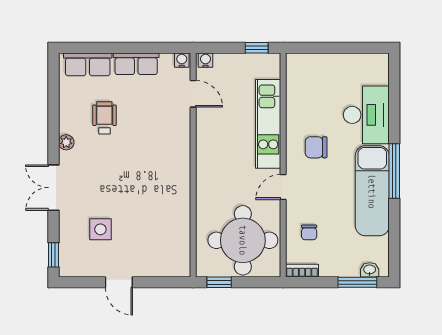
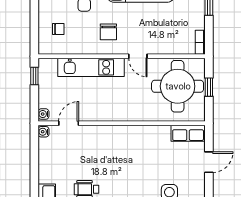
row of seats: (136, 64) -> (188, 133), moved, turned 90
chair: (309, 232) -> (58, 29), moved
door: (119, 282) -> (209, 162), moved
window: (219, 282) -> (209, 87), moved

